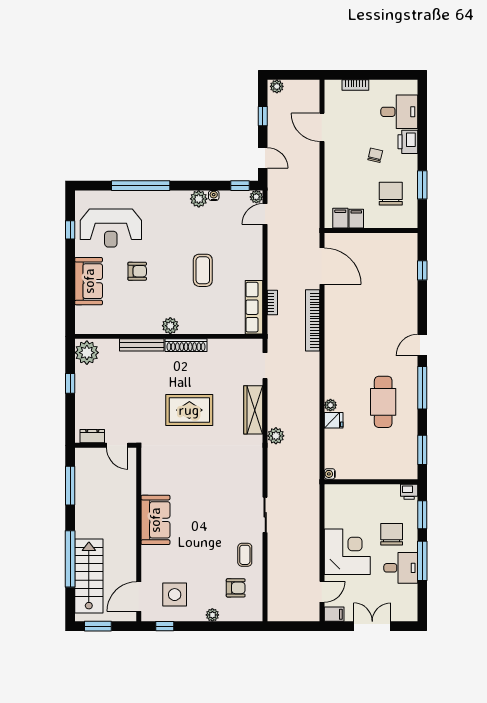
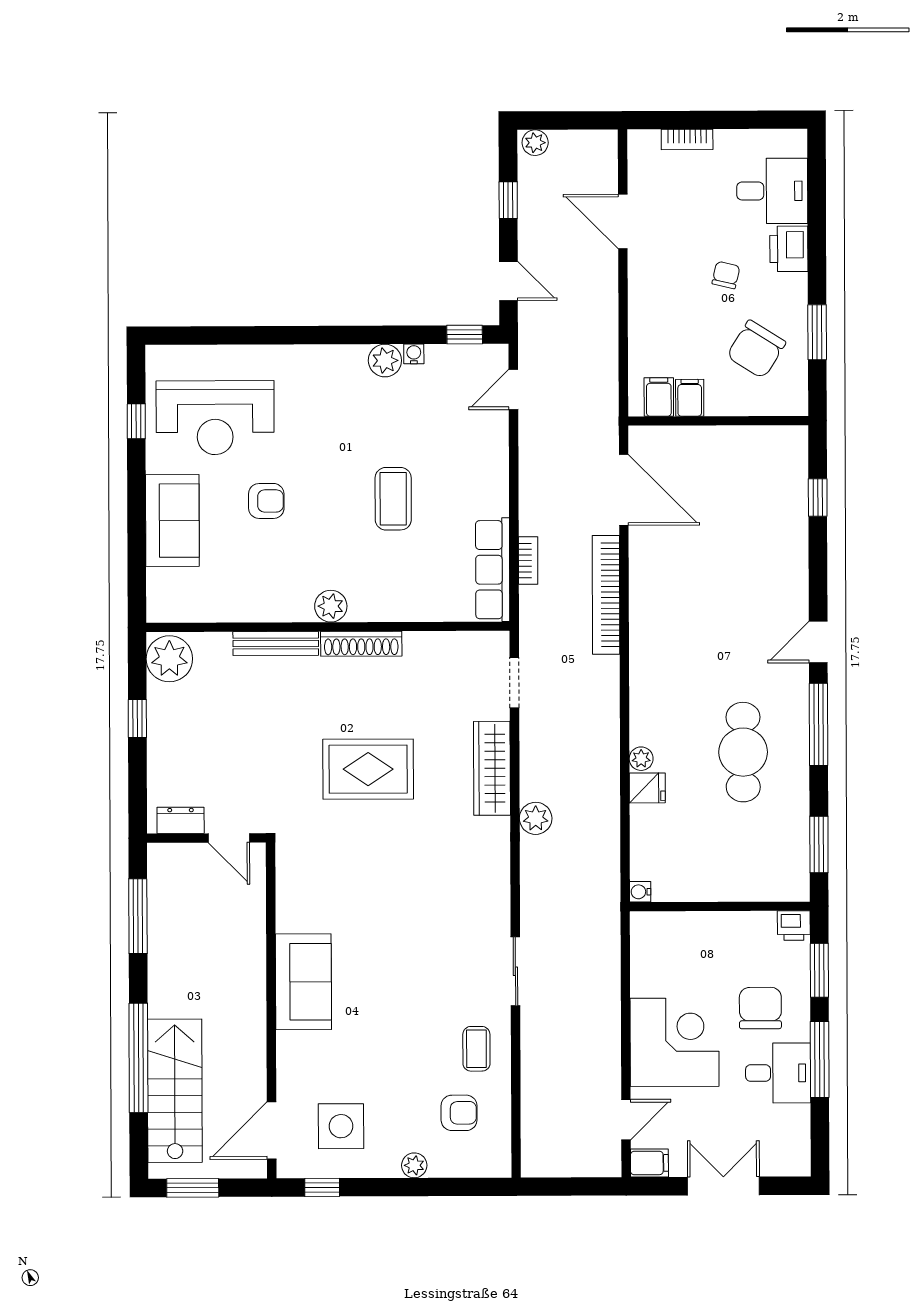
window: (141, 186) -> (272, 335), removed
chair: (391, 194) -> (756, 349), turned -148
plant: (256, 197) -> (496, 356), removed

